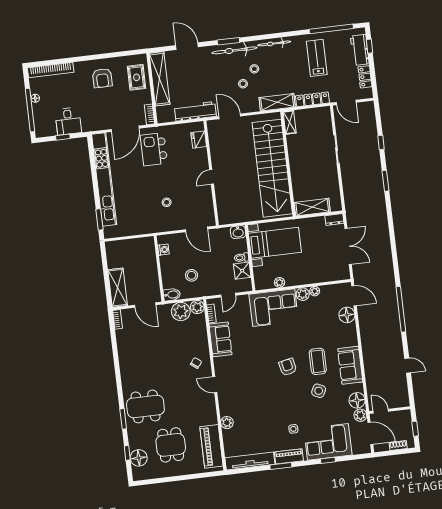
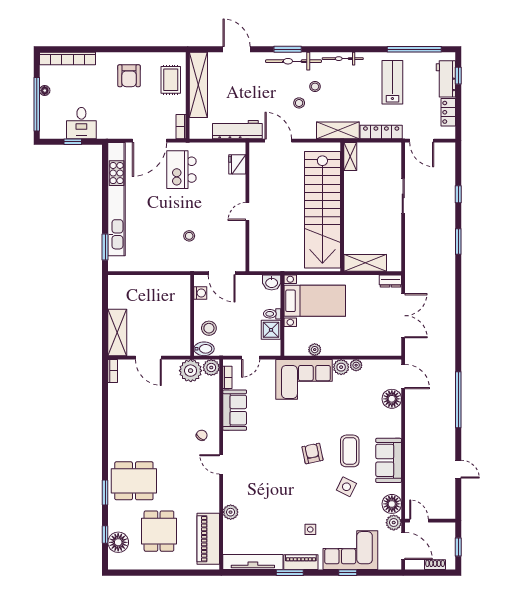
washing machine: (163, 250) -> (200, 293), moved
wall: (159, 269) -> (192, 315), moved
bidet: (172, 295) -> (204, 349), moved

